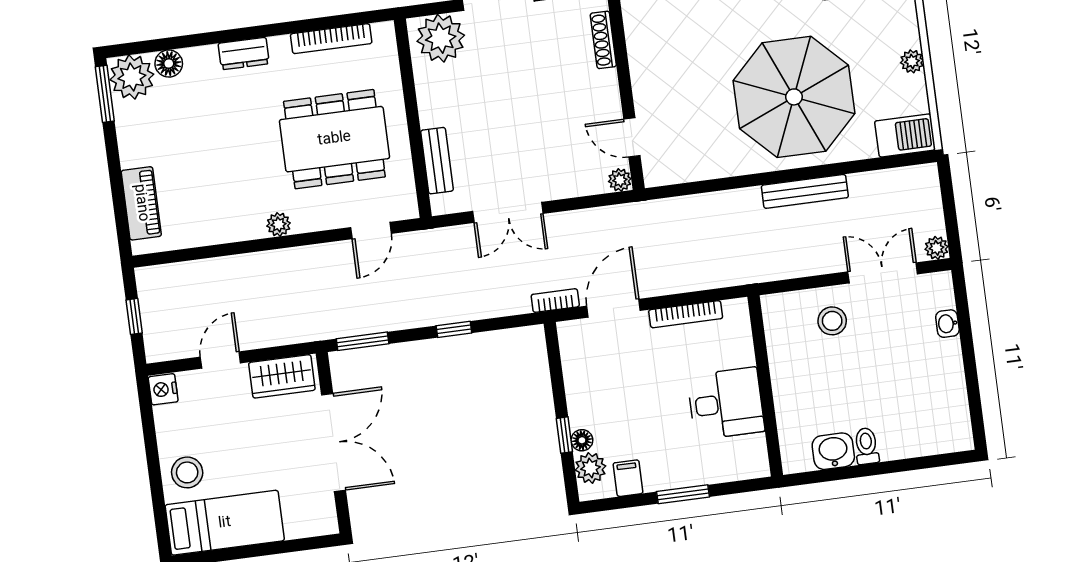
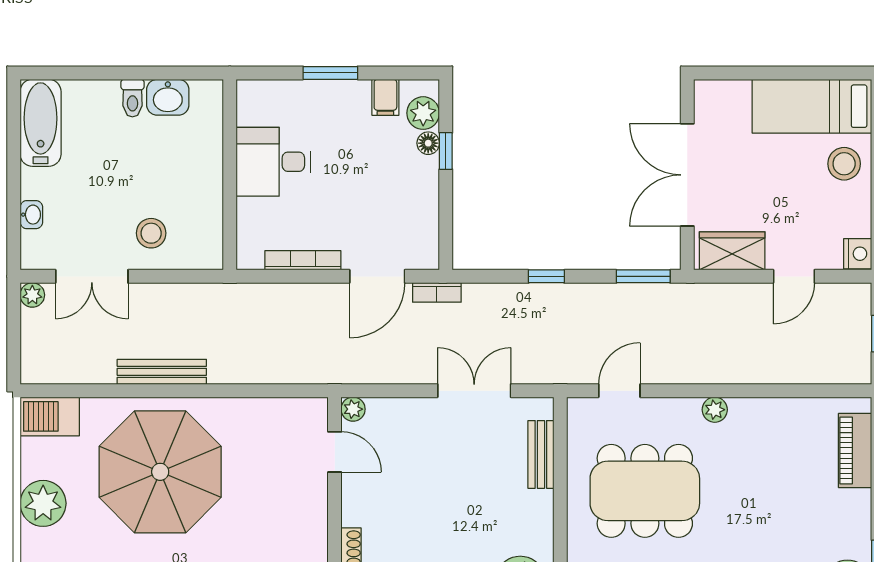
plant: (912, 61) -> (43, 503), width x1.87, depth x1.87
bathtub: (950, 411) -> (41, 123), added

